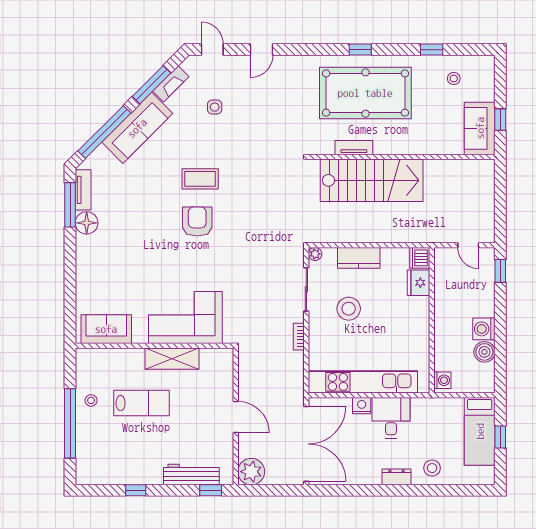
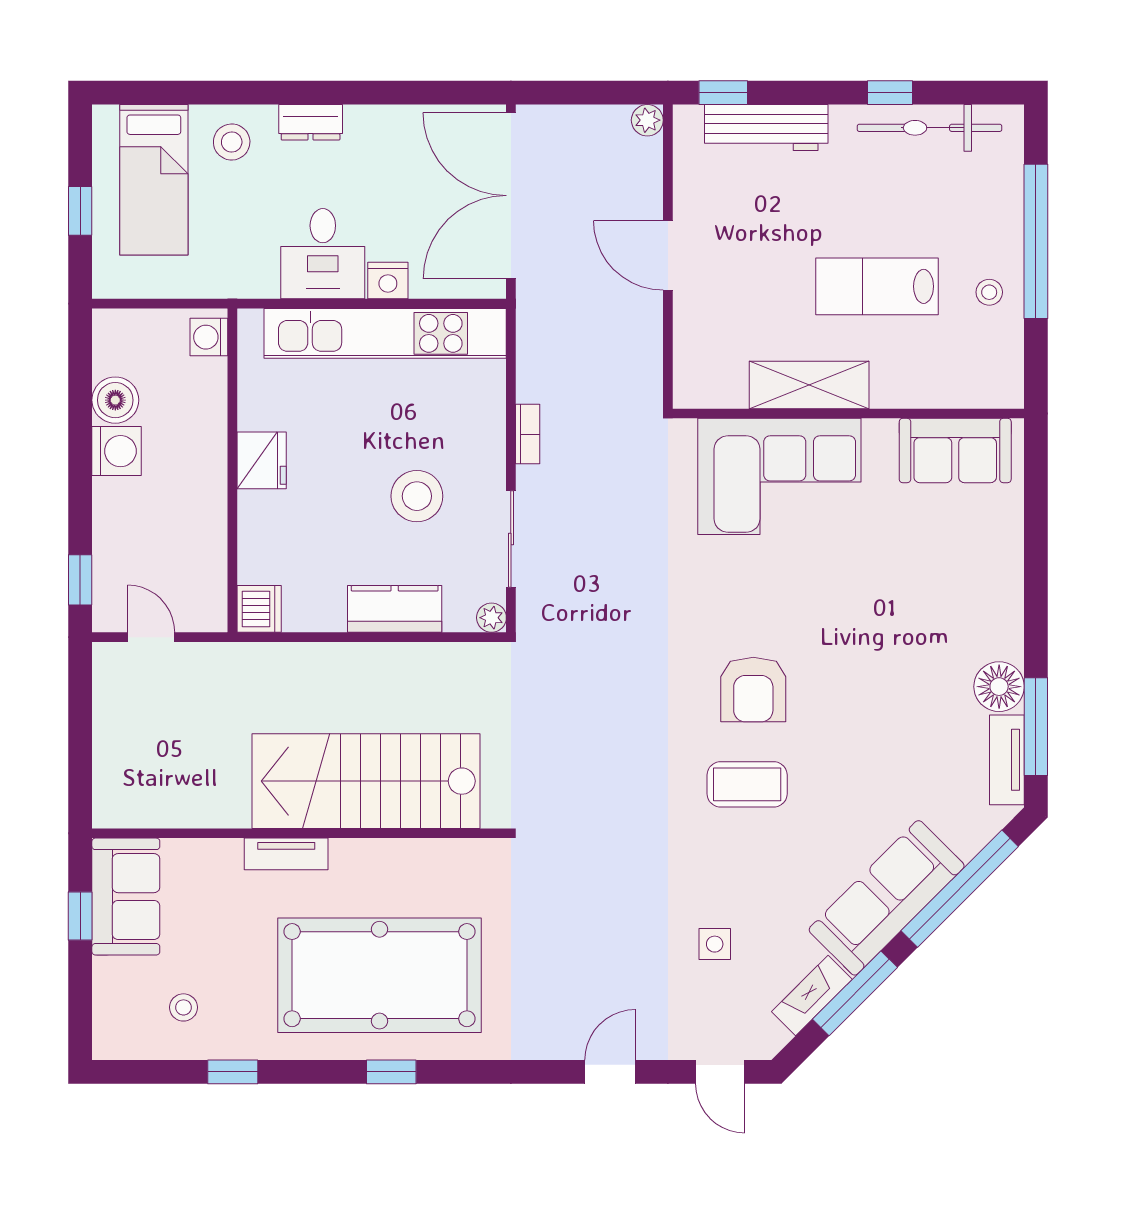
tv unit: (354, 148) -> (286, 854), moved
fridge: (419, 283) -> (262, 460), moved
bed: (480, 431) -> (154, 180), moved, turned 180
plant: (251, 472) -> (647, 120), width x0.53, depth x0.53
bicycle: (118, 474) -> (929, 128), added

